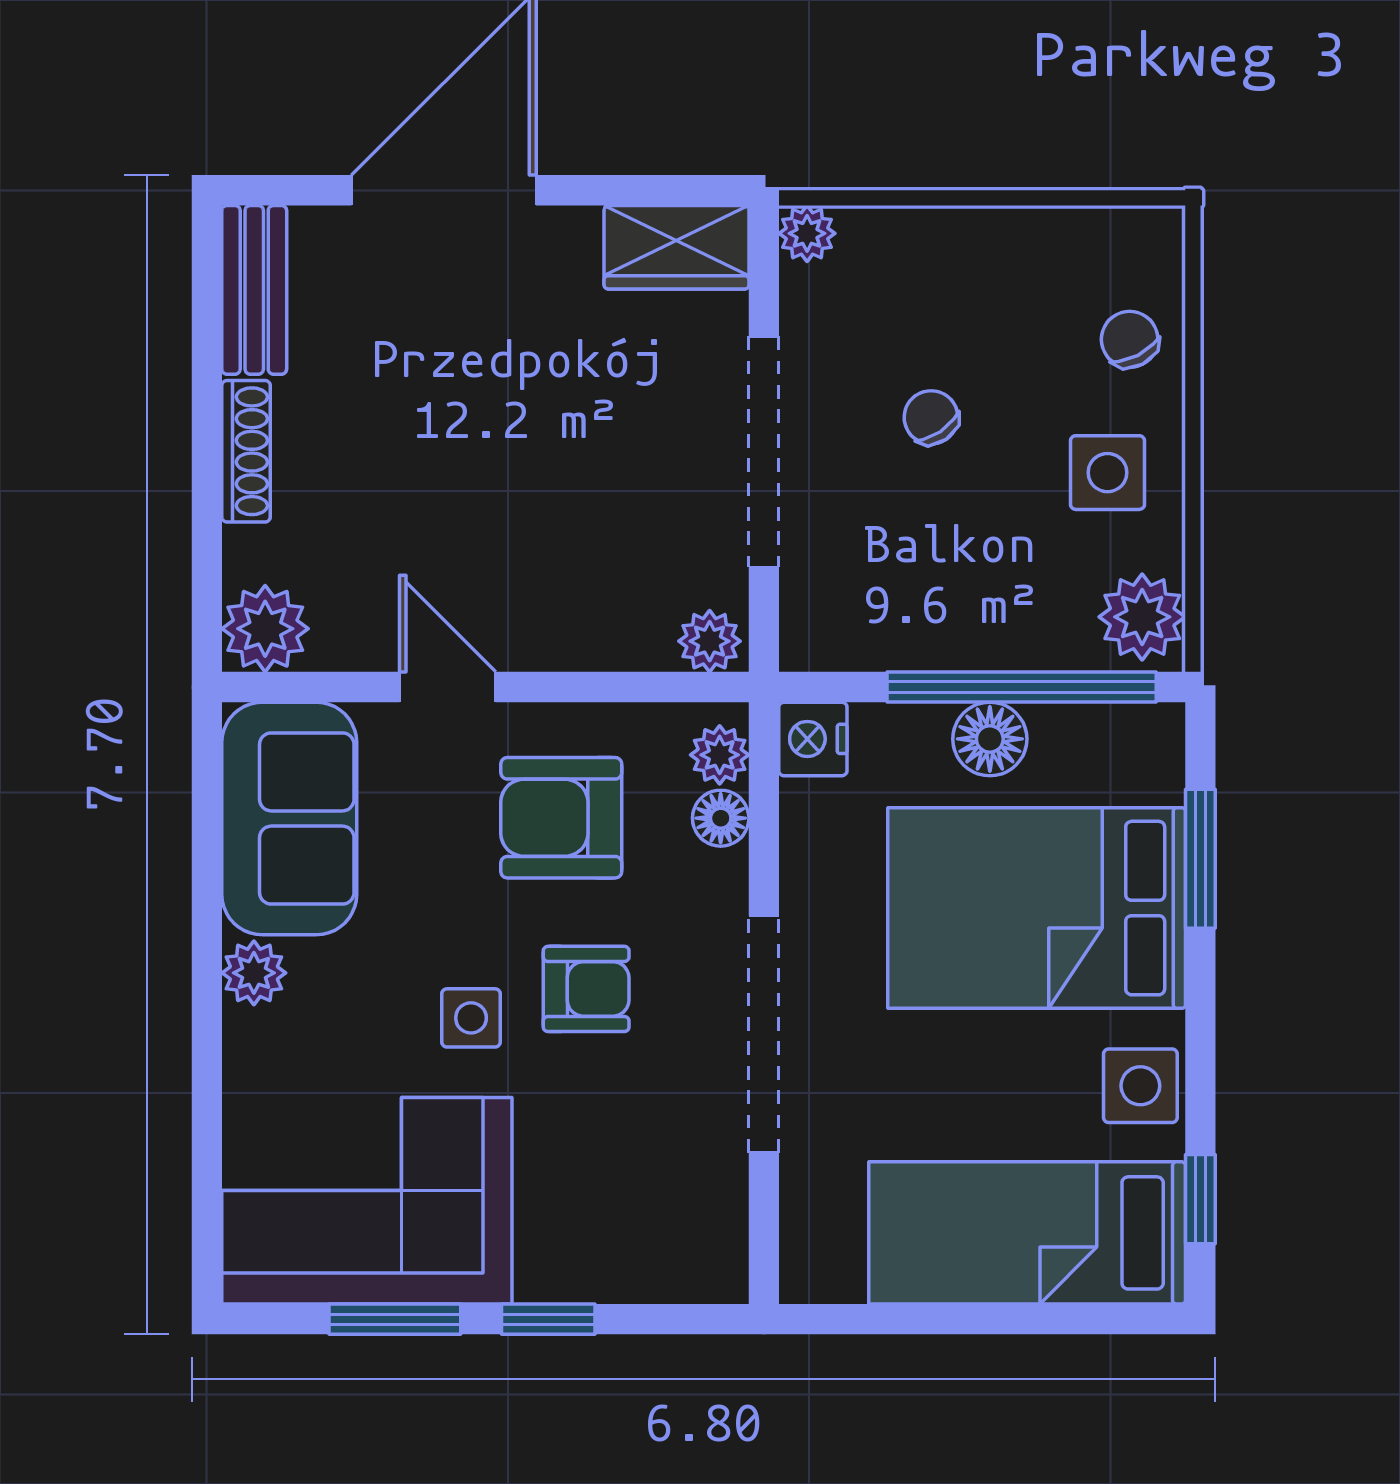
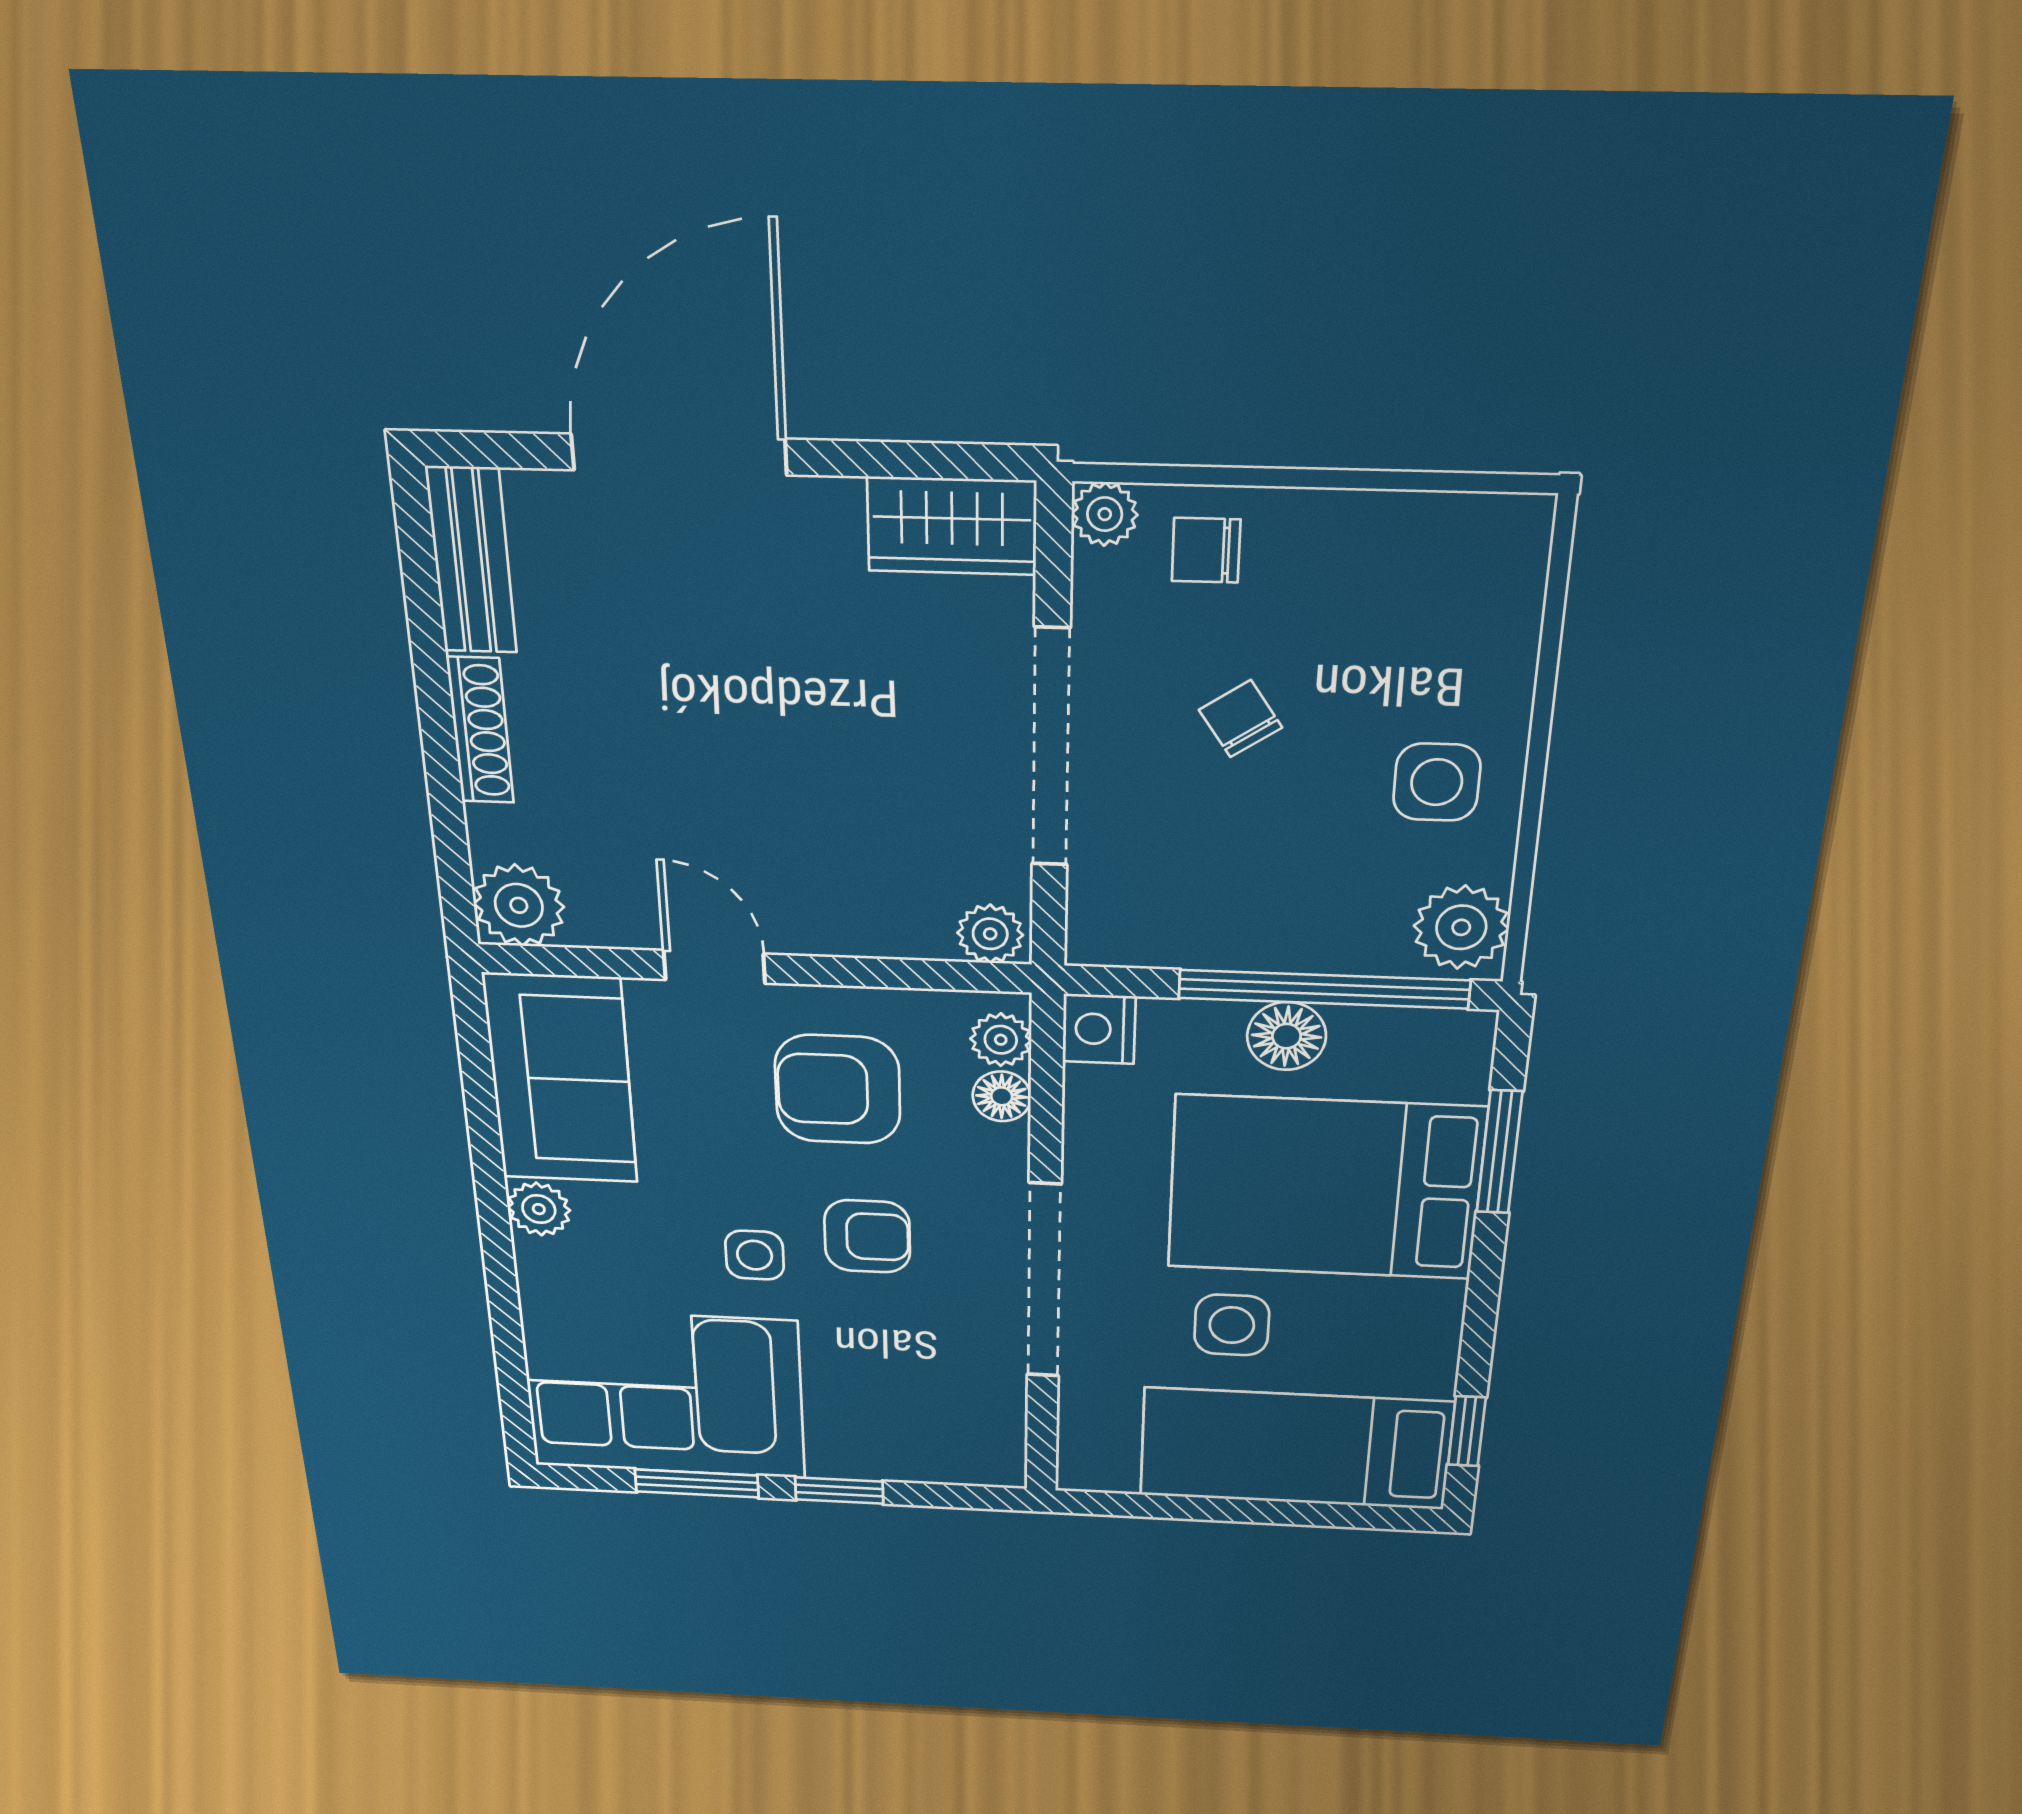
chair: (1130, 339) -> (1206, 550), moved, turned -63
side table: (1140, 1086) -> (1232, 1325), moved

